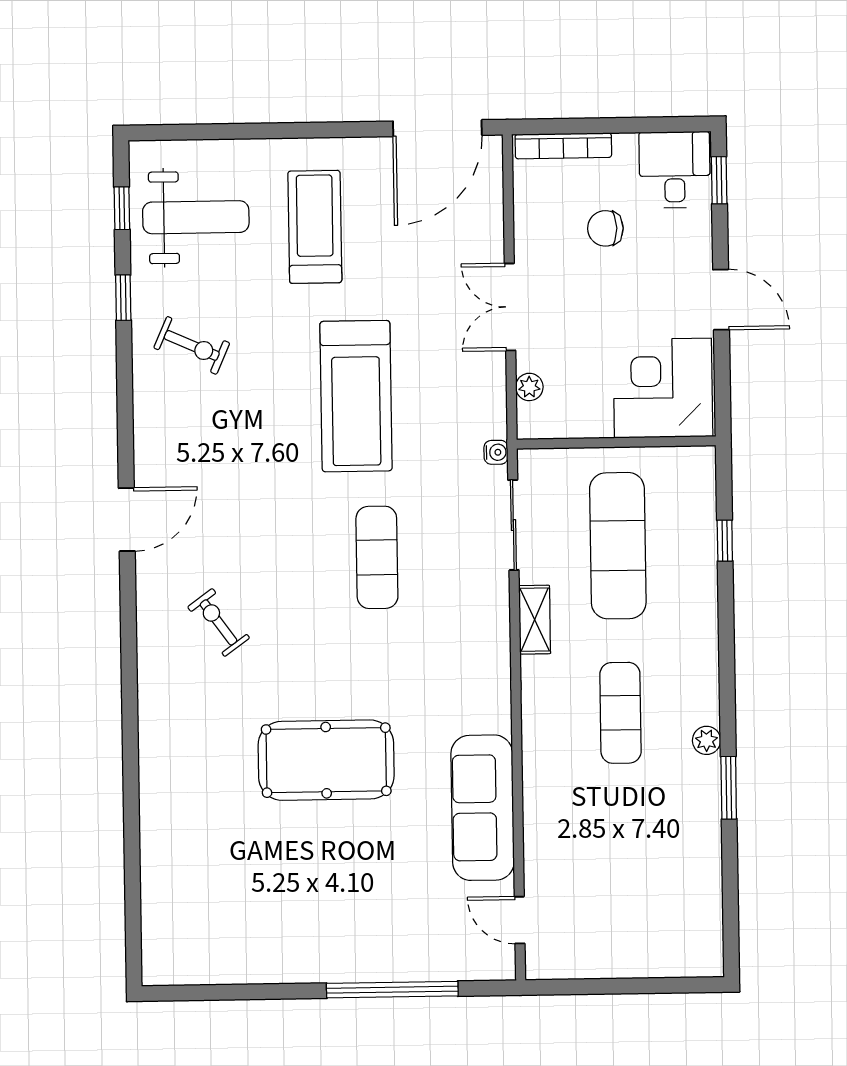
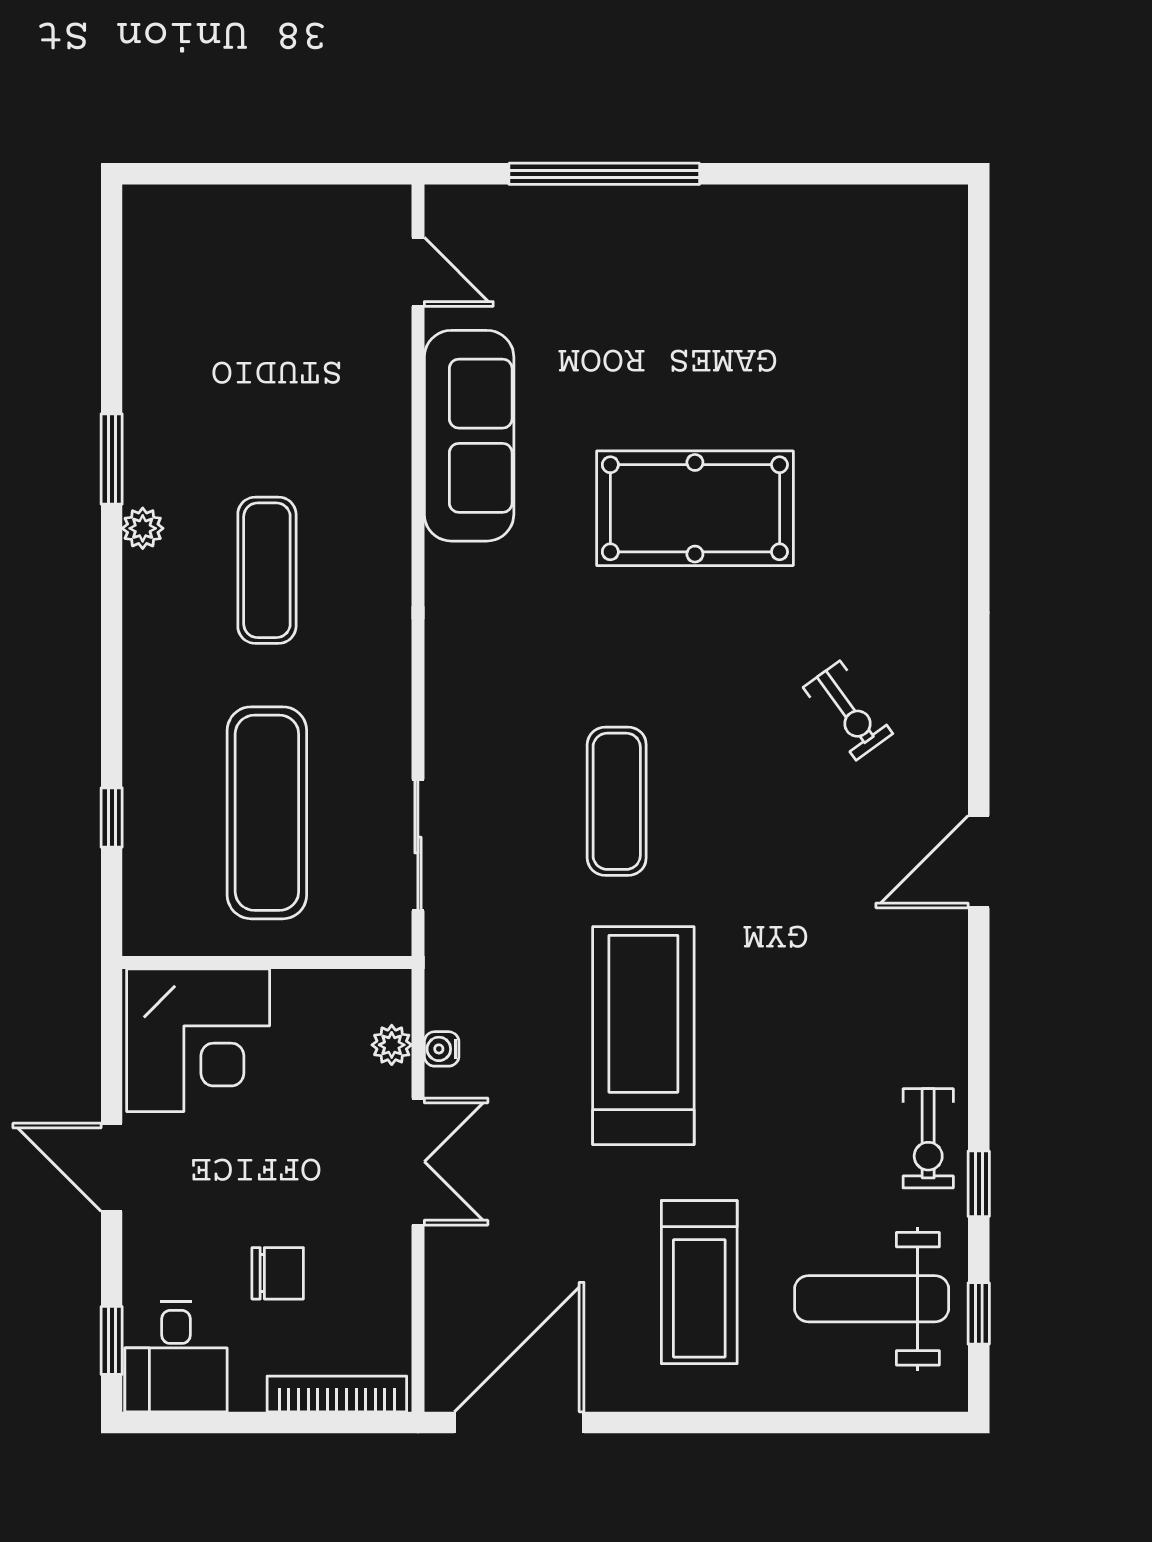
exercise bike: (192, 345) -> (928, 1138), moved, turned -114
water cooler: (496, 452) -> (442, 1049), moved
shelving: (535, 620) -> (389, 707), removed

